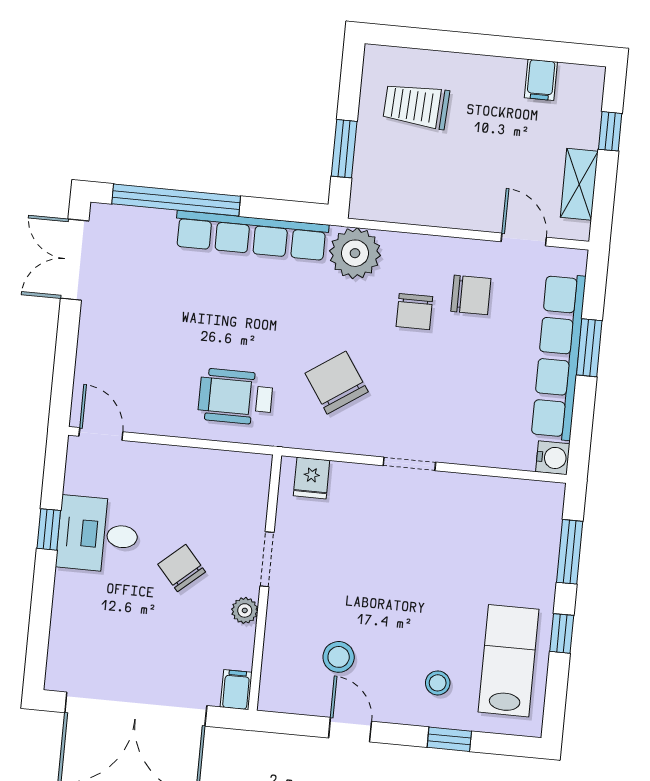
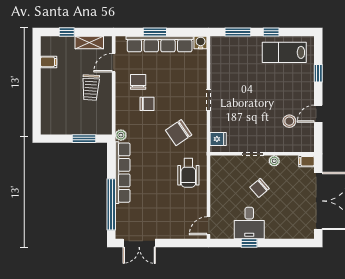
trolley: (416, 106) -> (91, 88), moved
plant: (355, 253) -> (121, 135), width x0.53, depth x0.53
stool: (438, 683) -> (296, 80), removed

